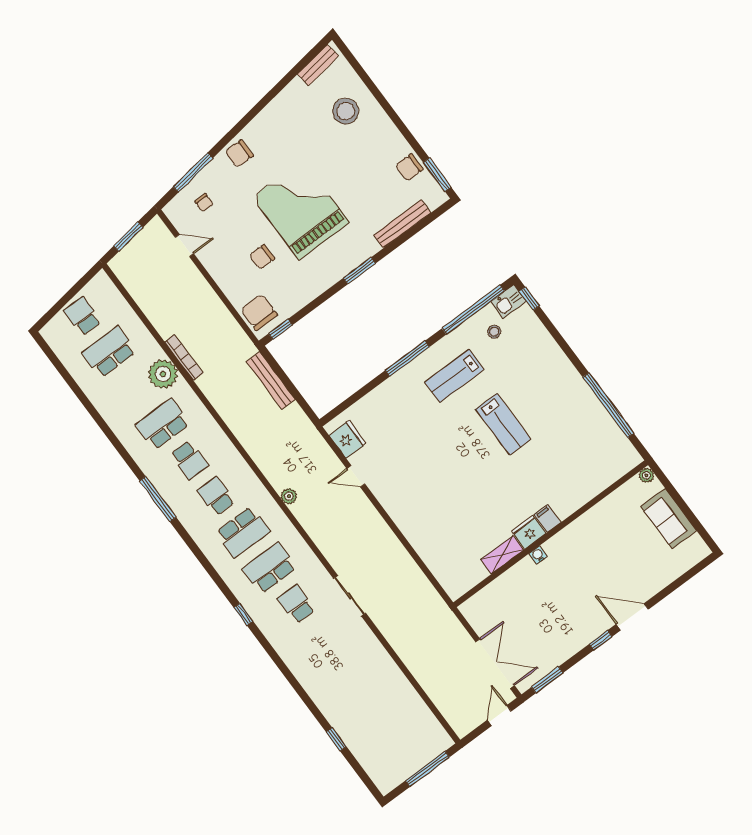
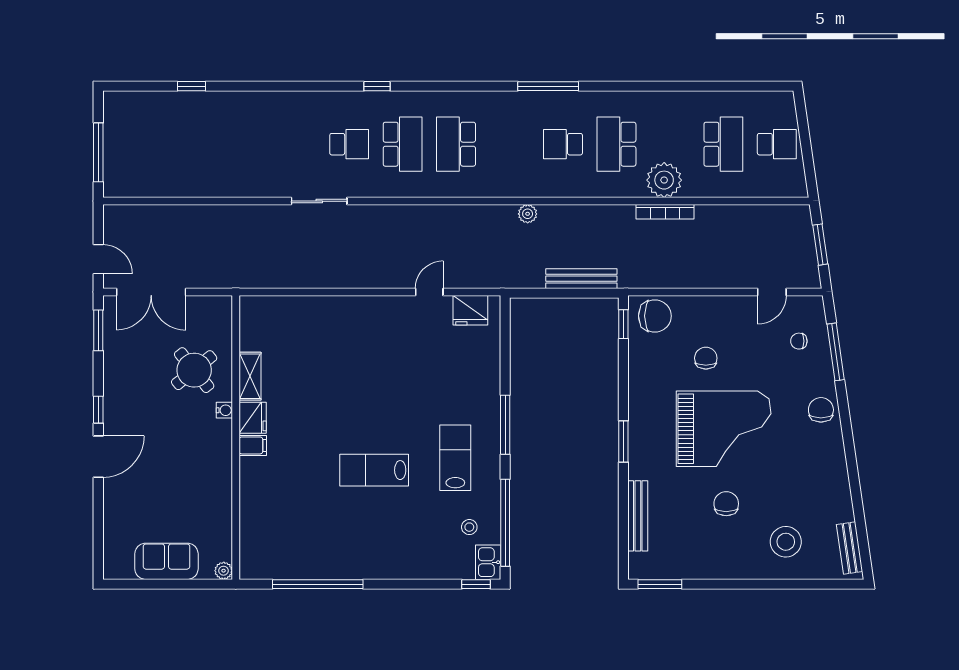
chair: (409, 167) -> (726, 504), moved
school desk: (163, 424) -> (616, 144), turned 180
school desk: (216, 496) -> (510, 144), removed
plant: (289, 496) -> (528, 214), moved
round table: (526, 595) -> (194, 370), added

